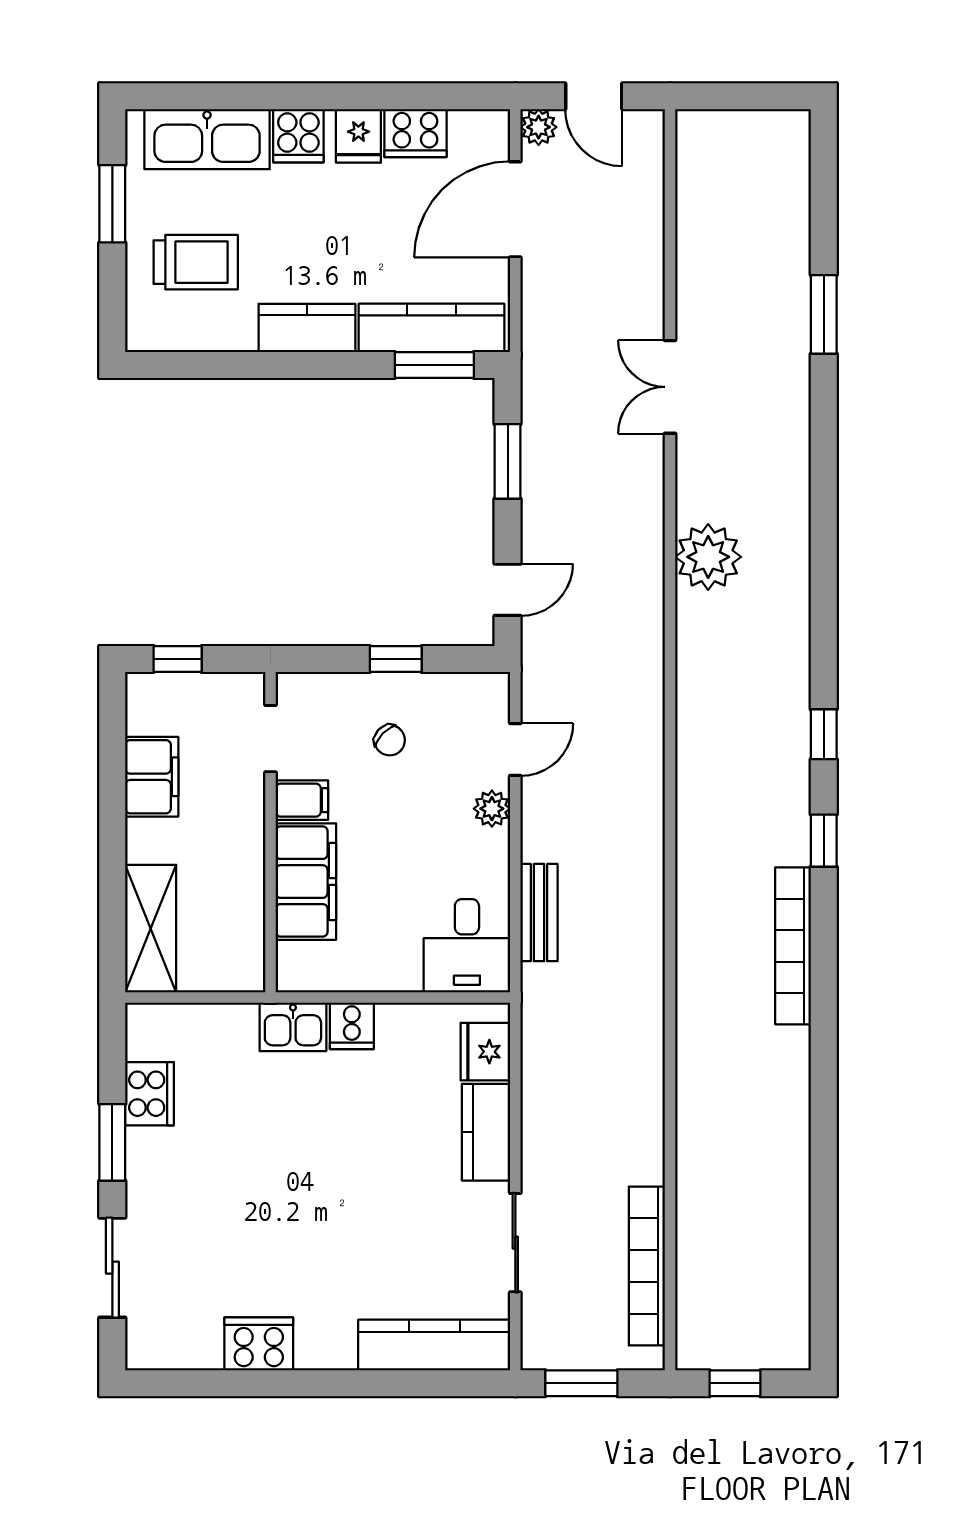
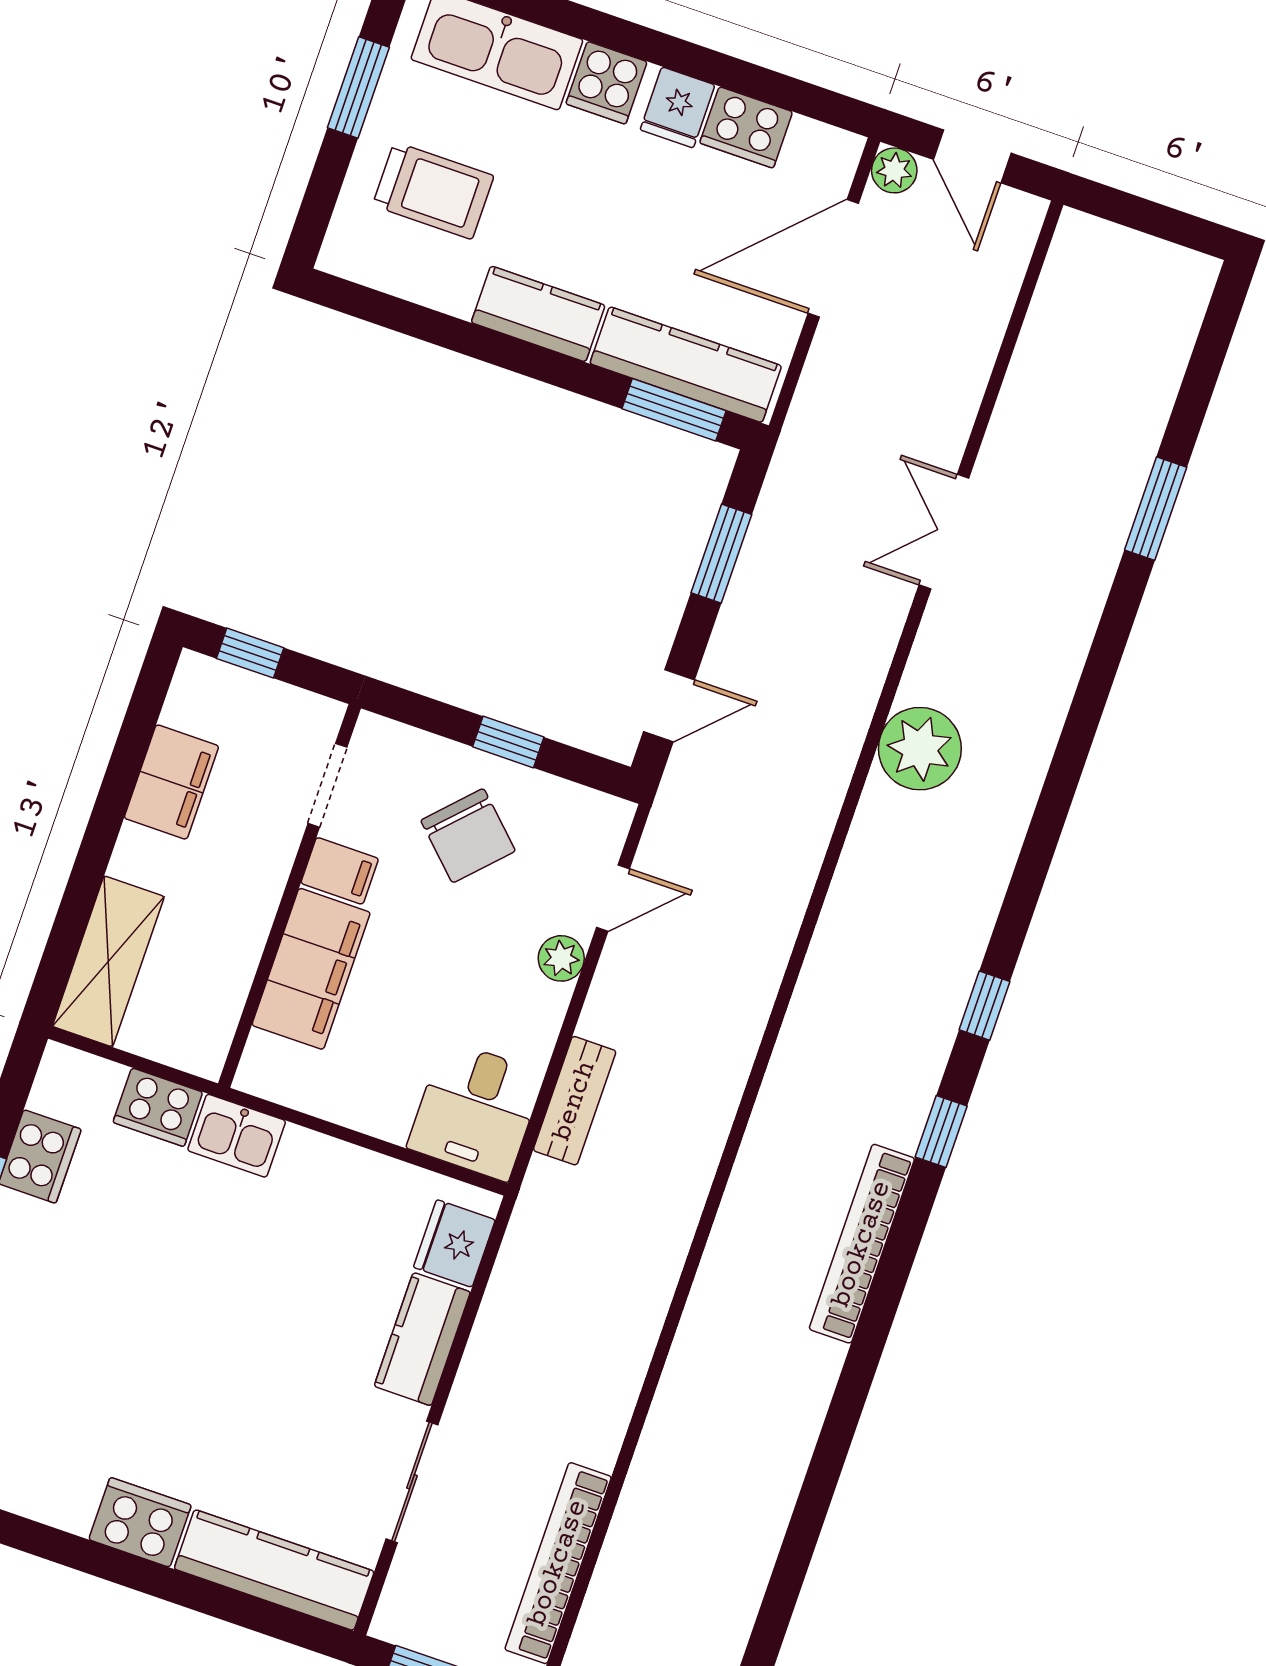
chair: (390, 740) -> (468, 836), width x1.87, depth x1.87
cooker: (352, 1026) -> (158, 1107), moved, width x1.36
cooker: (259, 1344) -> (140, 1522), moved

